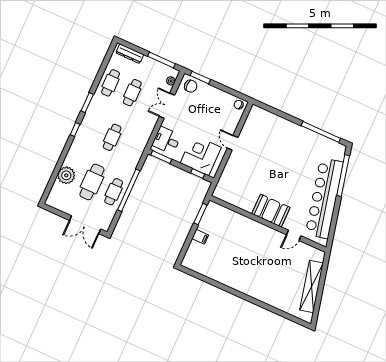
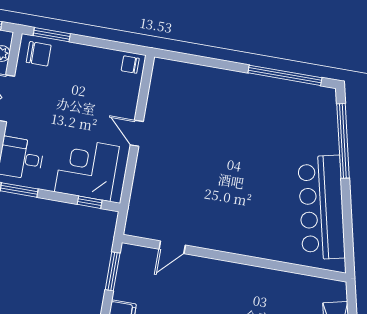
bar counter: (324, 198) -> (322, 208), width x0.73
booth: (271, 211) -> (233, 234), removed
door: (294, 235) -> (172, 247), moved

